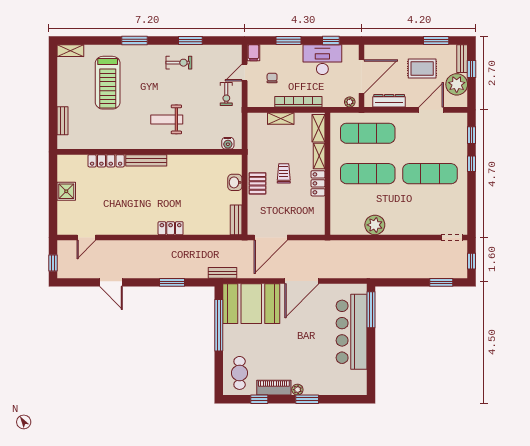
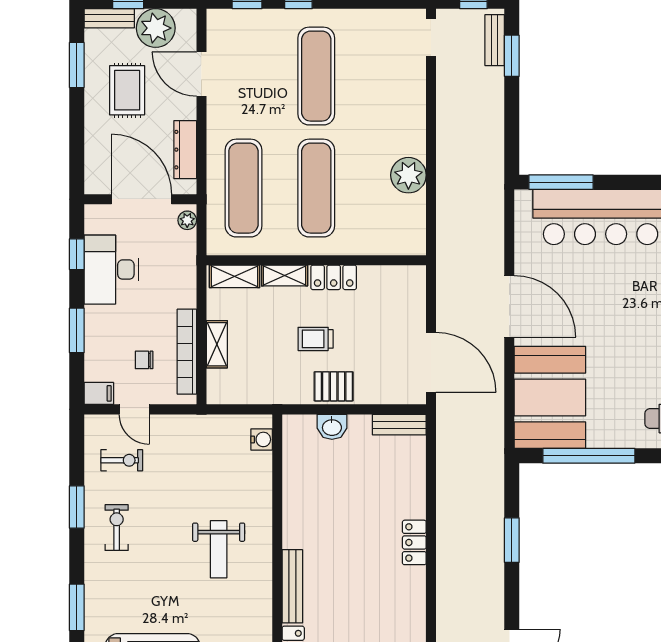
exercise bike: (226, 94) -> (122, 460), moved
bookcase: (298, 102) -> (187, 352), moved
bench: (223, 273) -> (495, 40), moved

